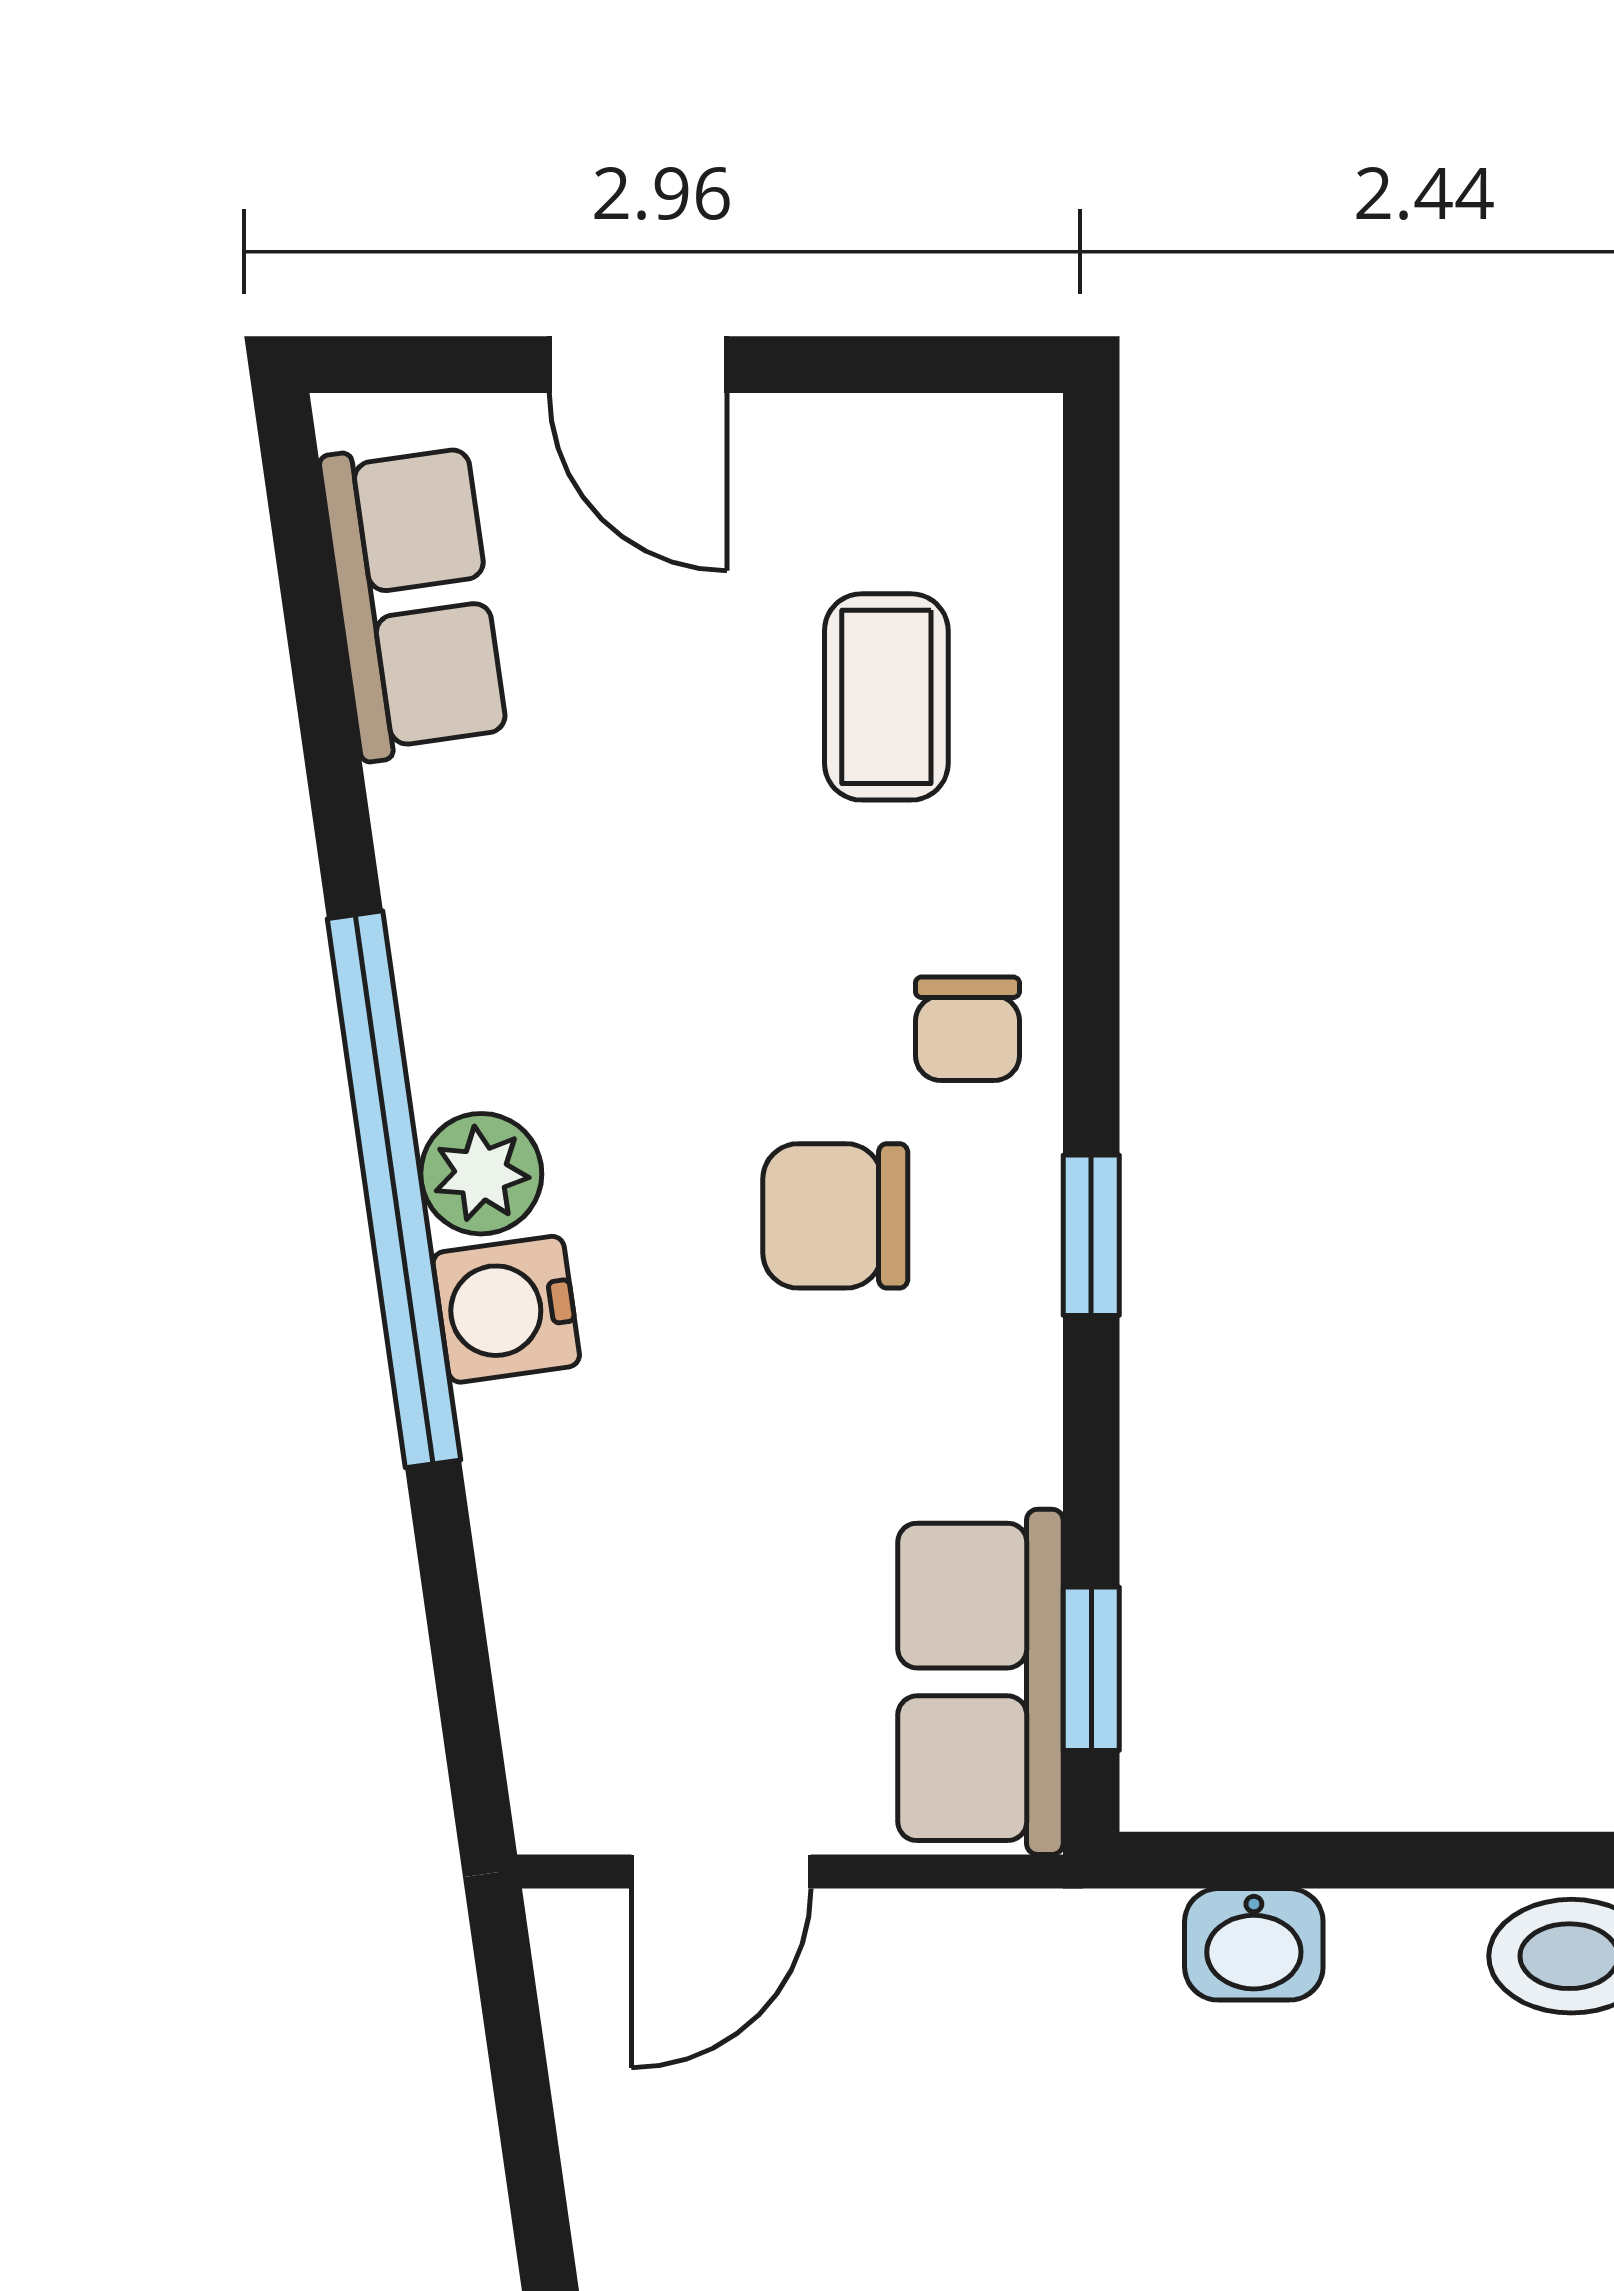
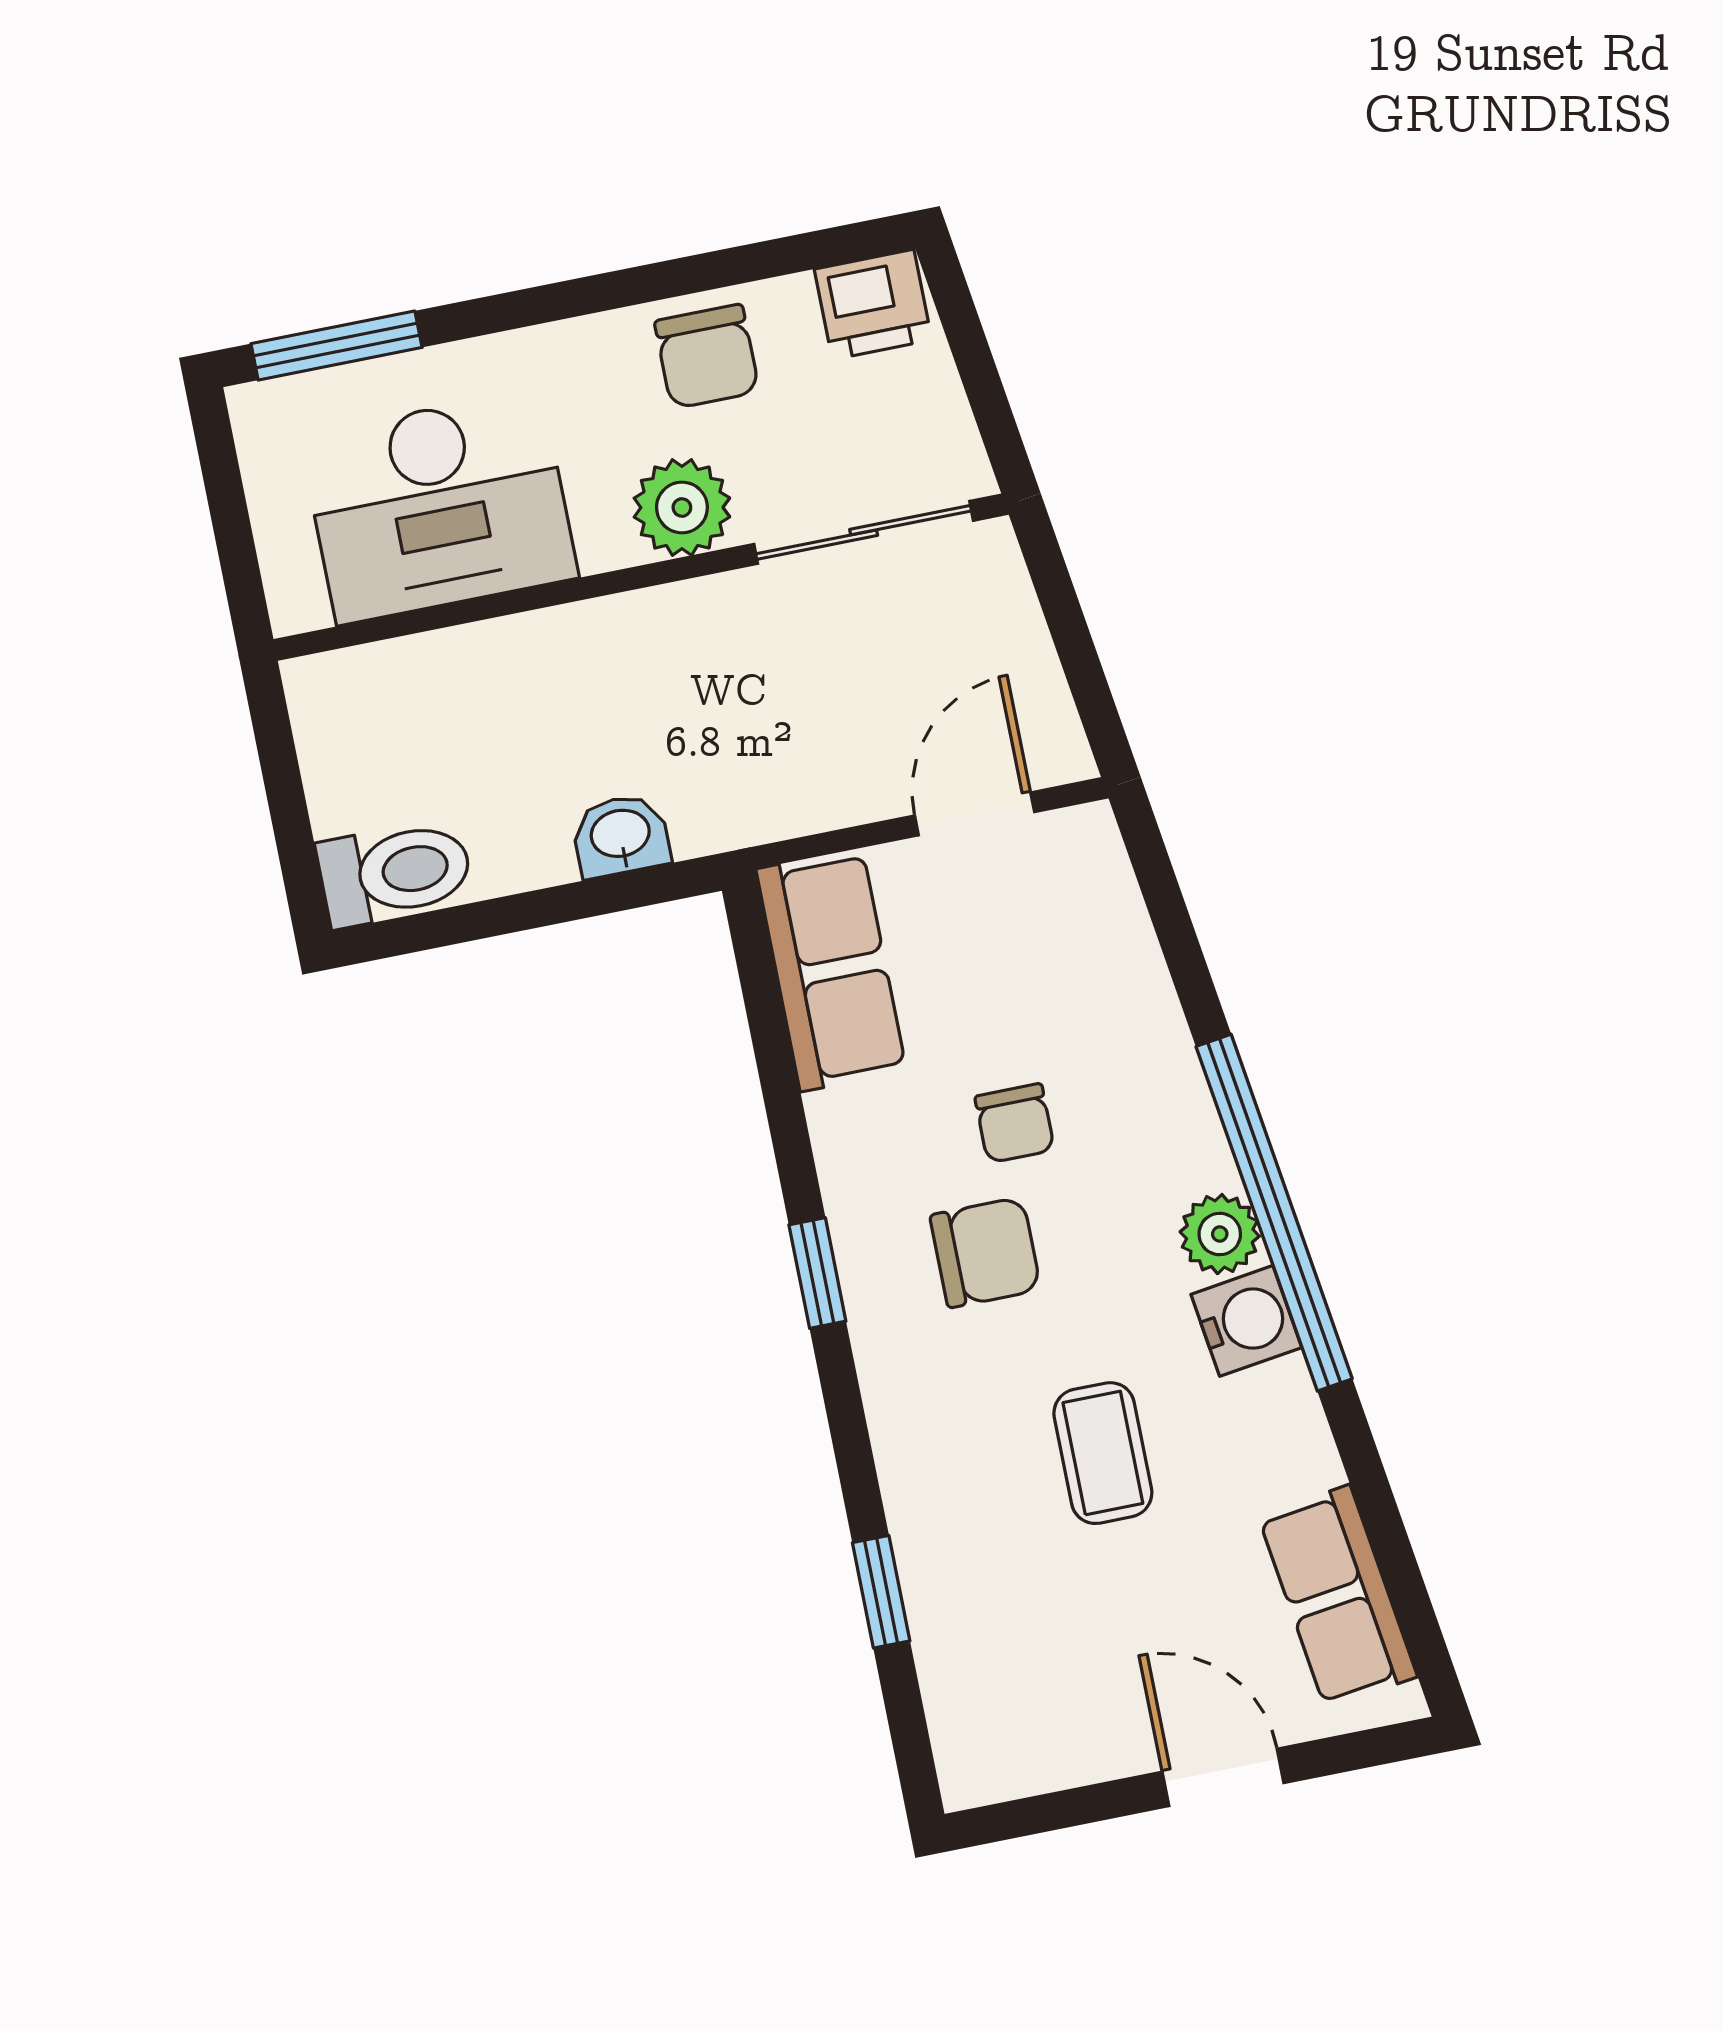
coffee table: (886, 697) -> (1103, 1453), moved
chair: (967, 1029) -> (1015, 1123), moved, turned 180
water cooler: (506, 1309) -> (1246, 1321), moved
window: (1091, 1669) -> (881, 1592), moved

